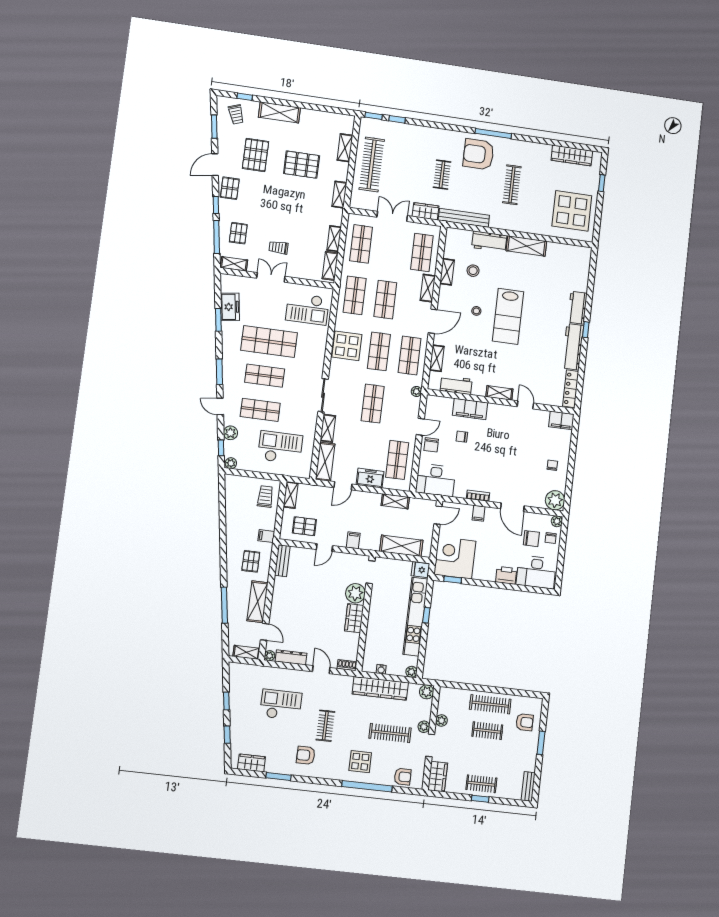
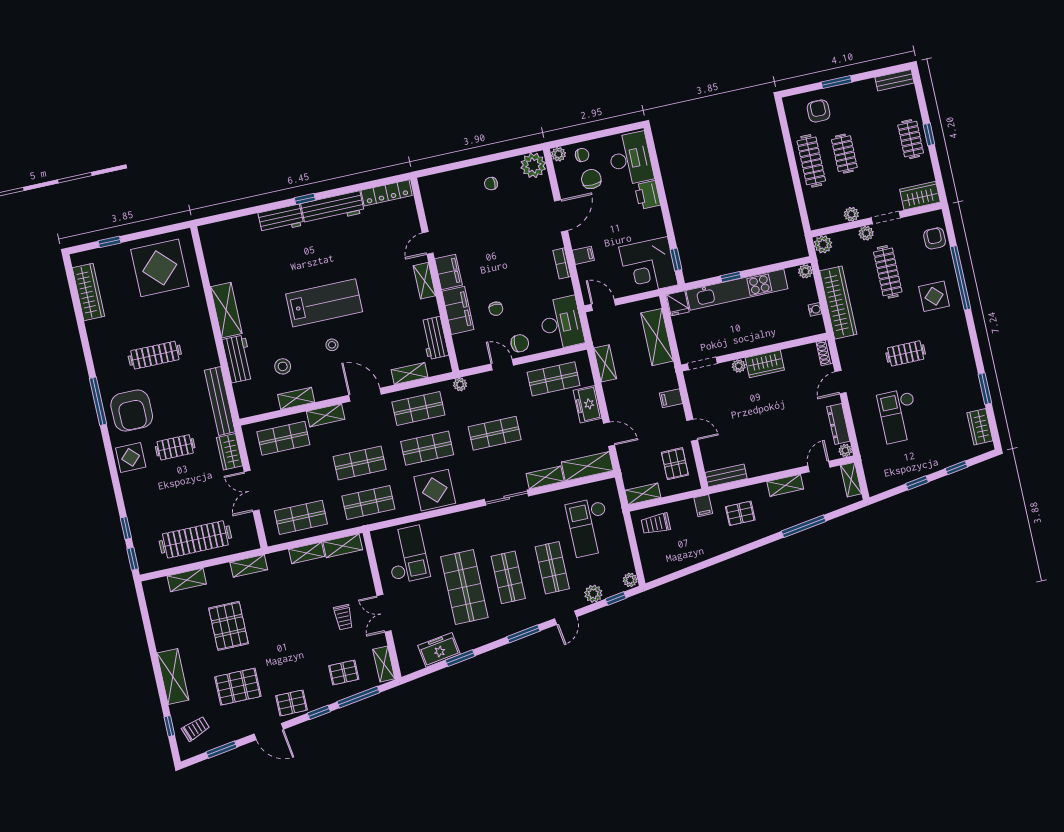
display table: (446, 141) -> (131, 457), added
filing cabinet: (561, 420) -> (448, 272), moved
plant: (355, 593) -> (739, 366), width x0.53, depth x0.53
shelving: (258, 602) -> (785, 485), width x0.67, depth x0.75
armchair: (306, 755) -> (949, 365), removed

